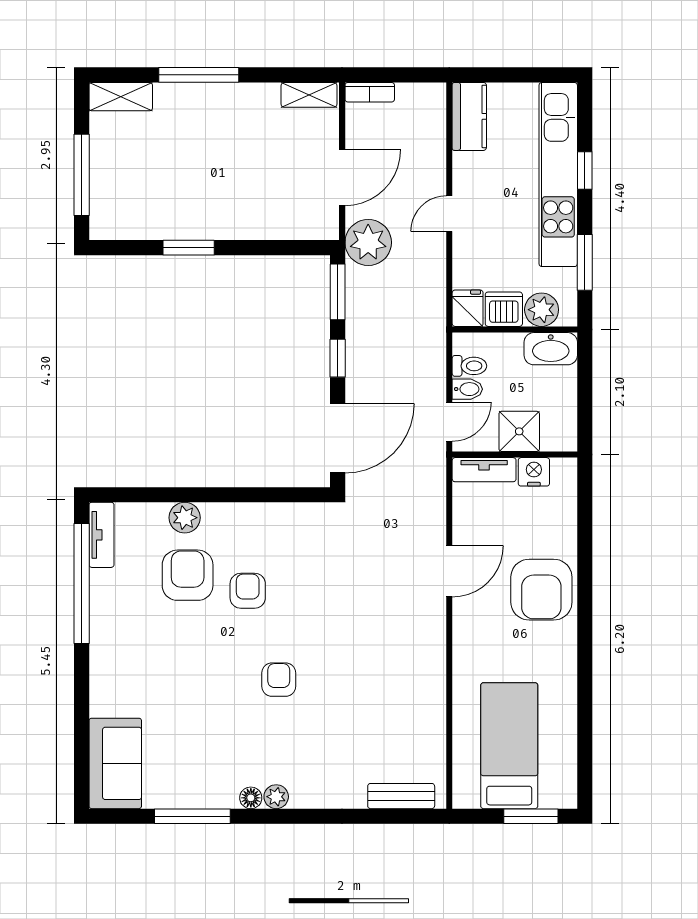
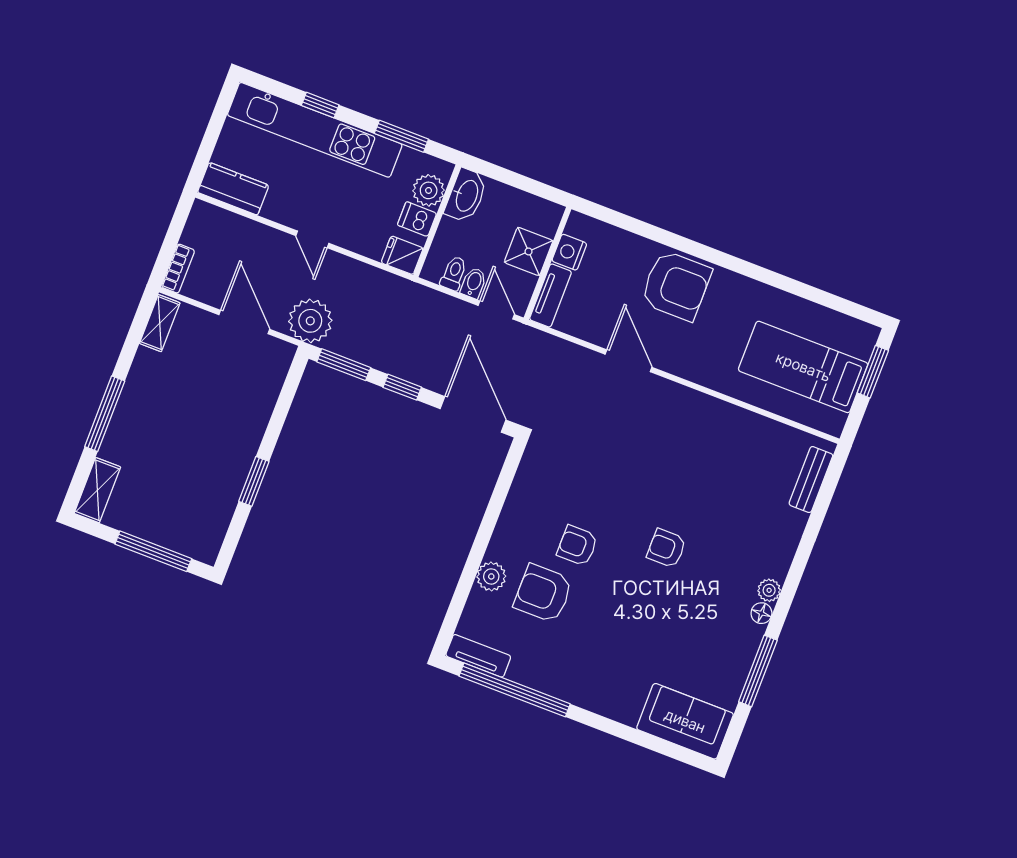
dishwasher: (504, 309) -> (417, 219), width x0.73

